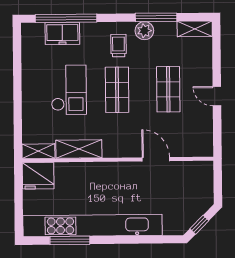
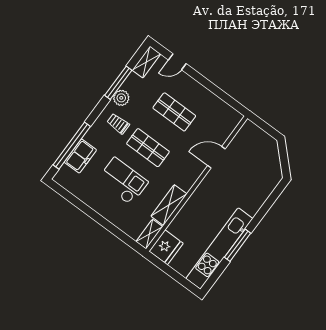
door: (217, 96) -> (177, 62), moved
window: (199, 225) -> (284, 161), removed
kitchen unit: (93, 226) -> (219, 249), width x0.73
window: (70, 240) -> (238, 245), moved

